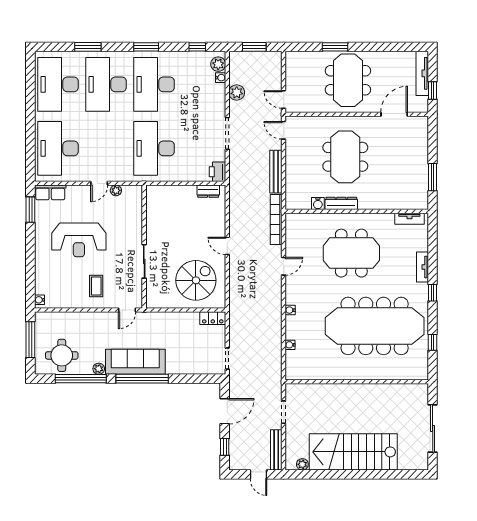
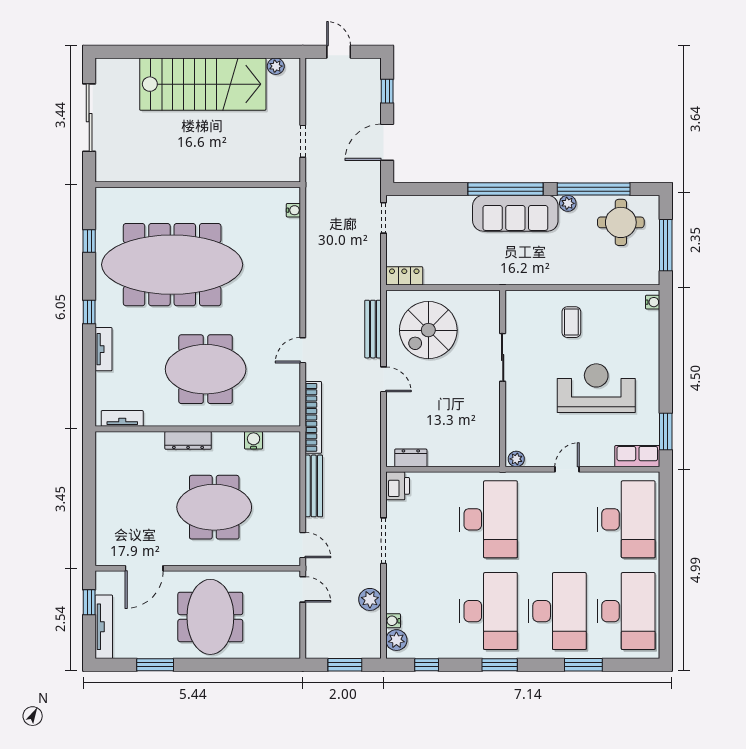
window: (335, 47) -> (155, 665), moved
meeting table: (345, 157) -> (214, 507), turned 90
window: (433, 177) -> (89, 478), removed
plant: (116, 190) -> (516, 459), moved
dresser: (341, 203) -> (188, 440), moved
door: (127, 310) -> (527, 288), removed
water cooler: (290, 310) -> (293, 287), removed
water cooler: (290, 345) -> (293, 210), moved
bench: (276, 450) -> (373, 329), moved

